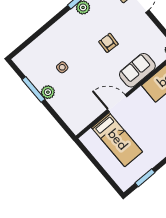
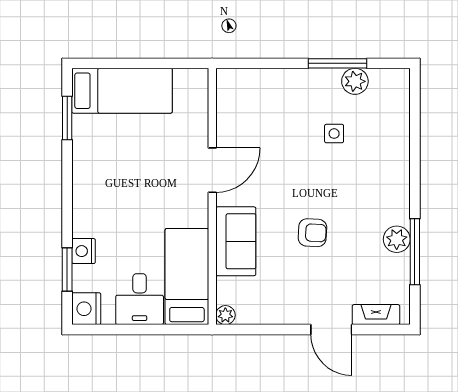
plant: (48, 92) -> (355, 81), moved
bed: (117, 140) -> (122, 91), moved, turned 180

